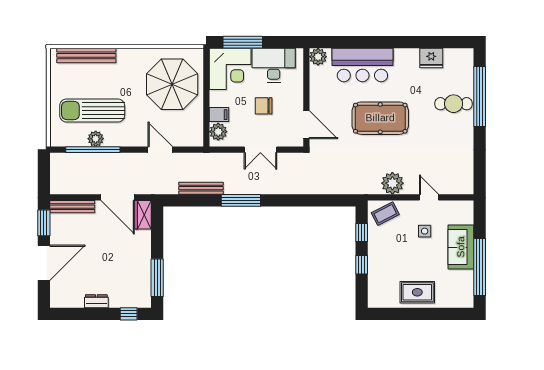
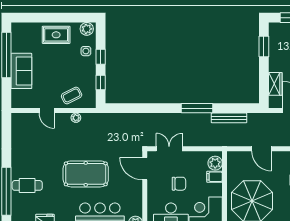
double door: (260, 150) -> (169, 149), moved
plant: (392, 183) -> (76, 118), width x0.53, depth x0.53
coffee table: (385, 214) -> (72, 95), moved
wardrobe: (143, 215) -> (275, 84), moved
side table: (425, 231) -> (86, 51), moved
window: (157, 278) -> (264, 46), width x0.69
plant: (379, 300) -> (87, 29), added

